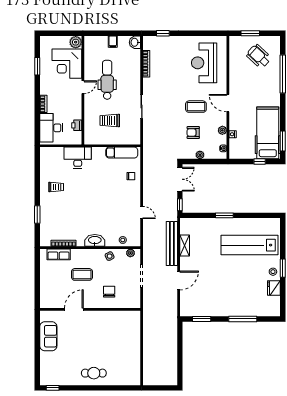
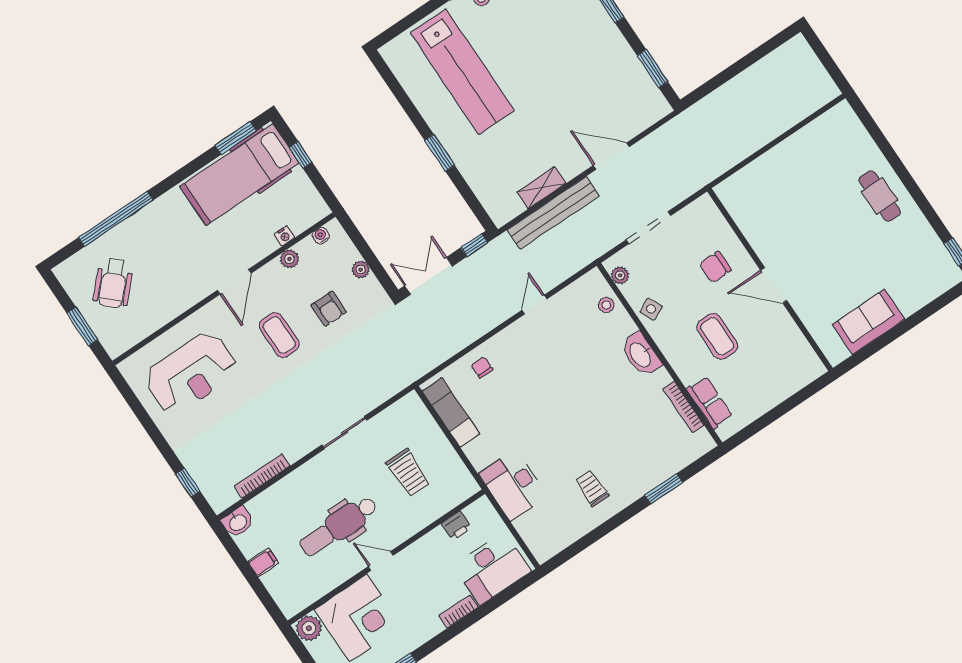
door: (74, 309) -> (774, 285), moved

